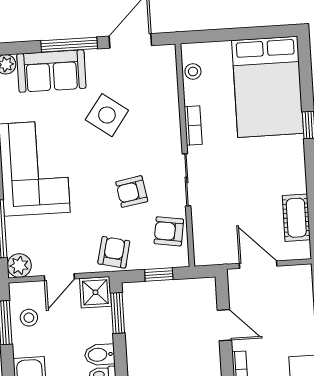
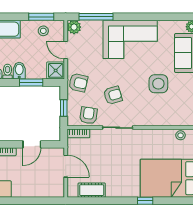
side table: (107, 115) -> (158, 84), turned -36
bookcase: (193, 125) -> (78, 133), moved
armchair: (132, 192) -> (113, 95), turned 83
door: (258, 265) -> (66, 166), hinge flipped
window: (118, 313) -> (31, 83), moved

